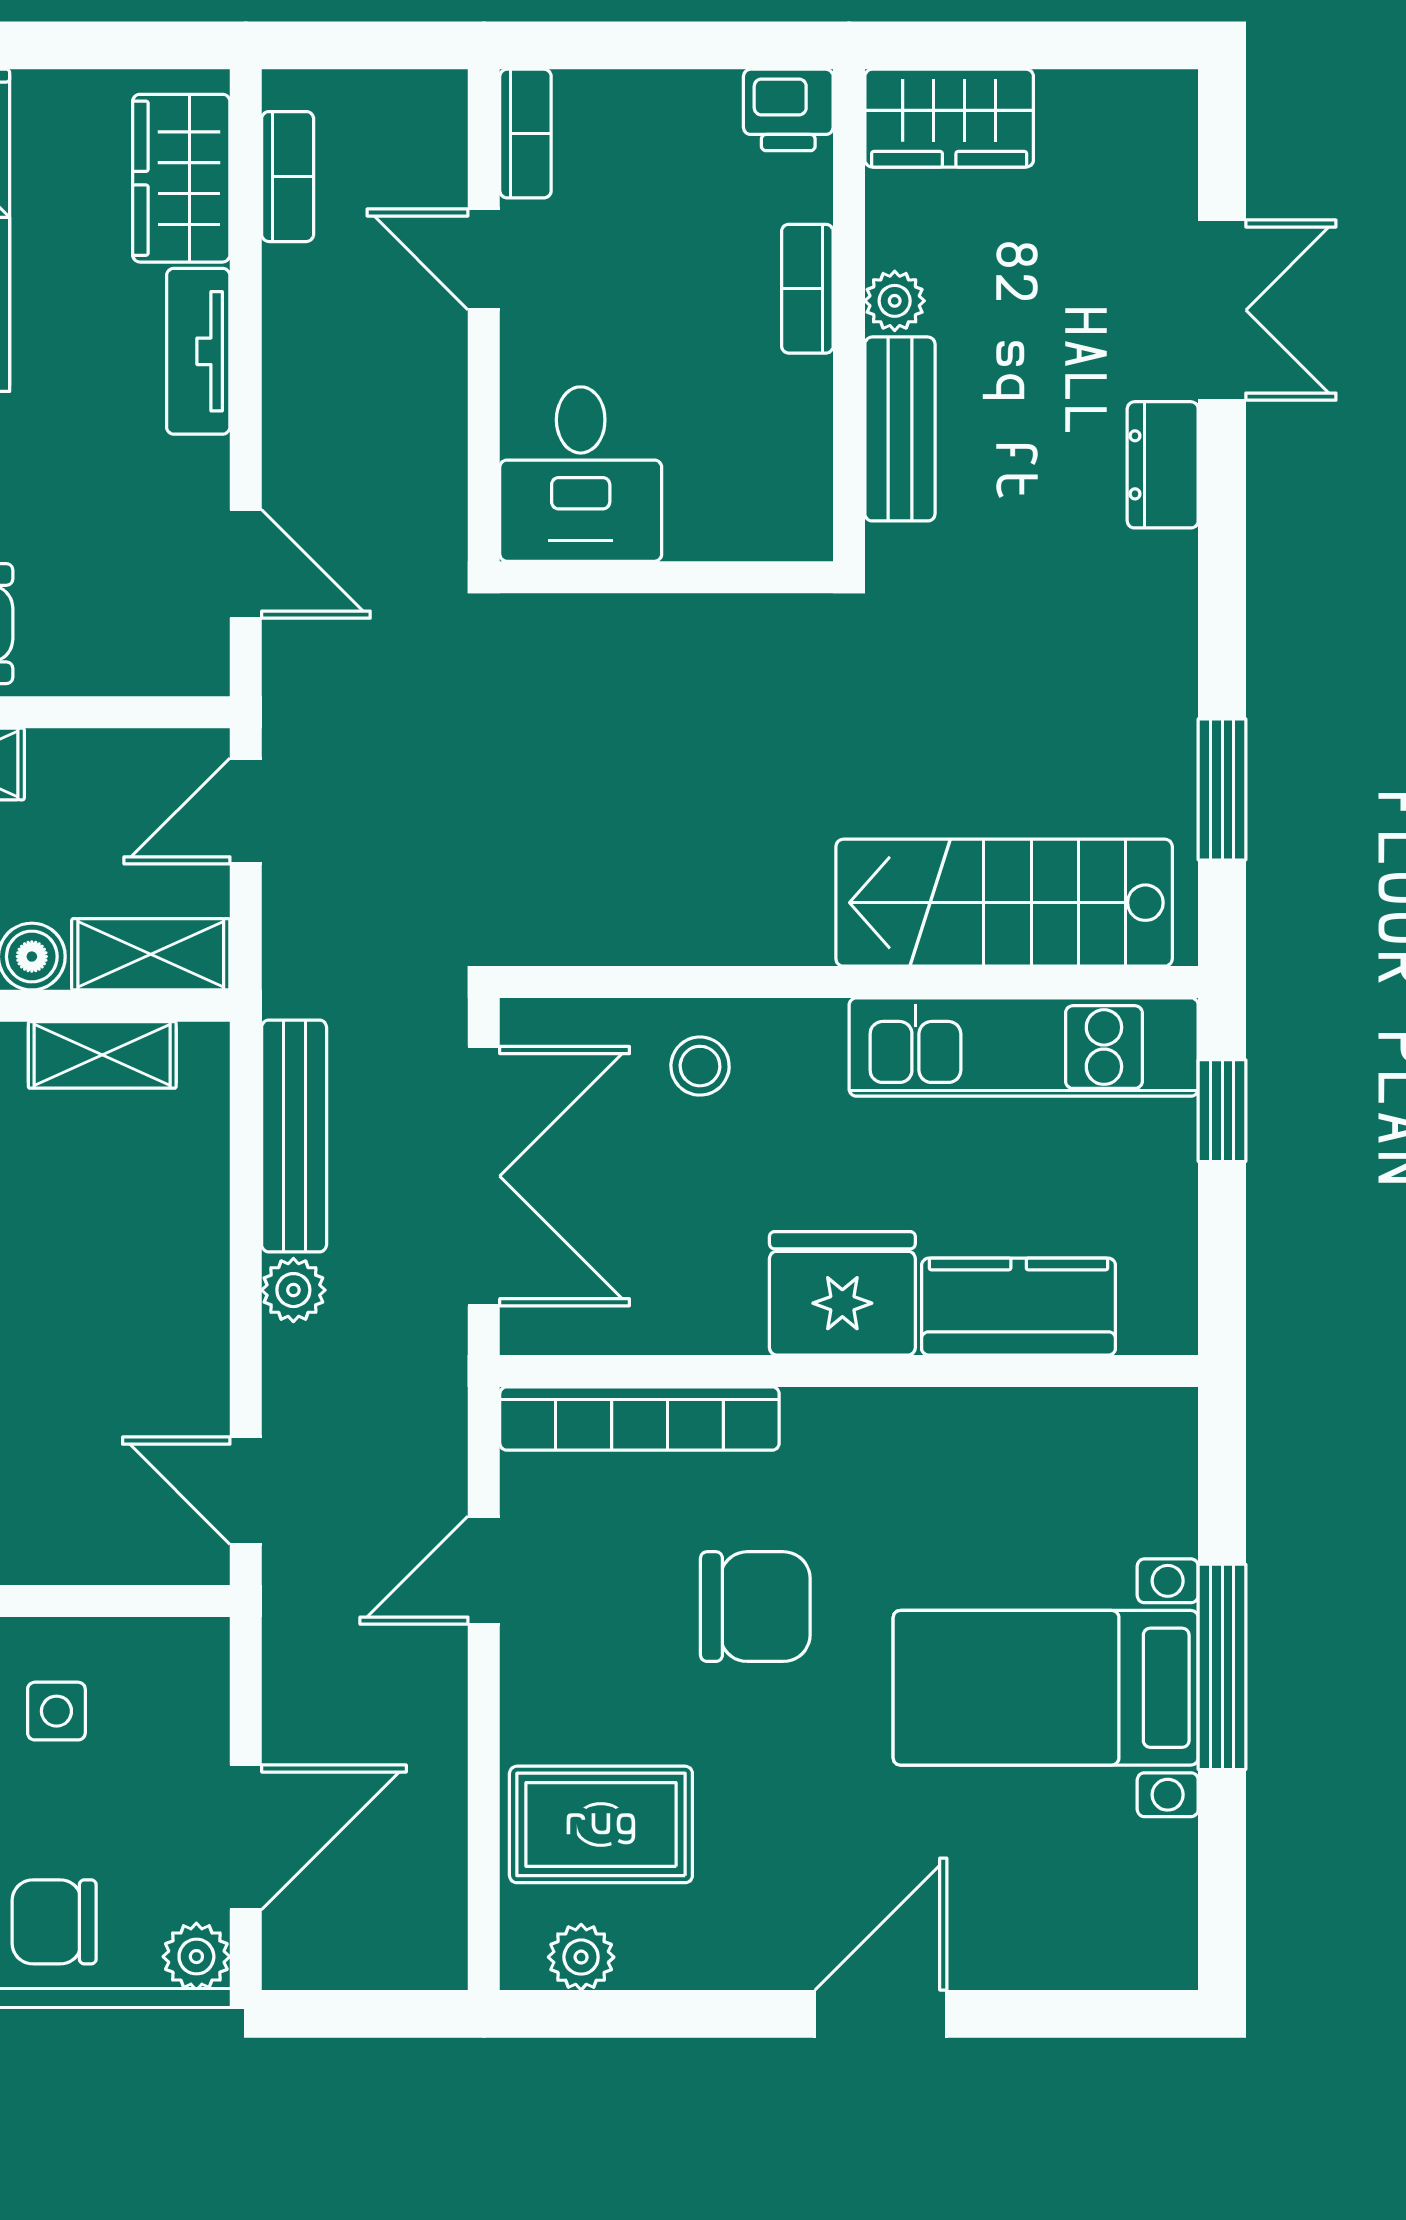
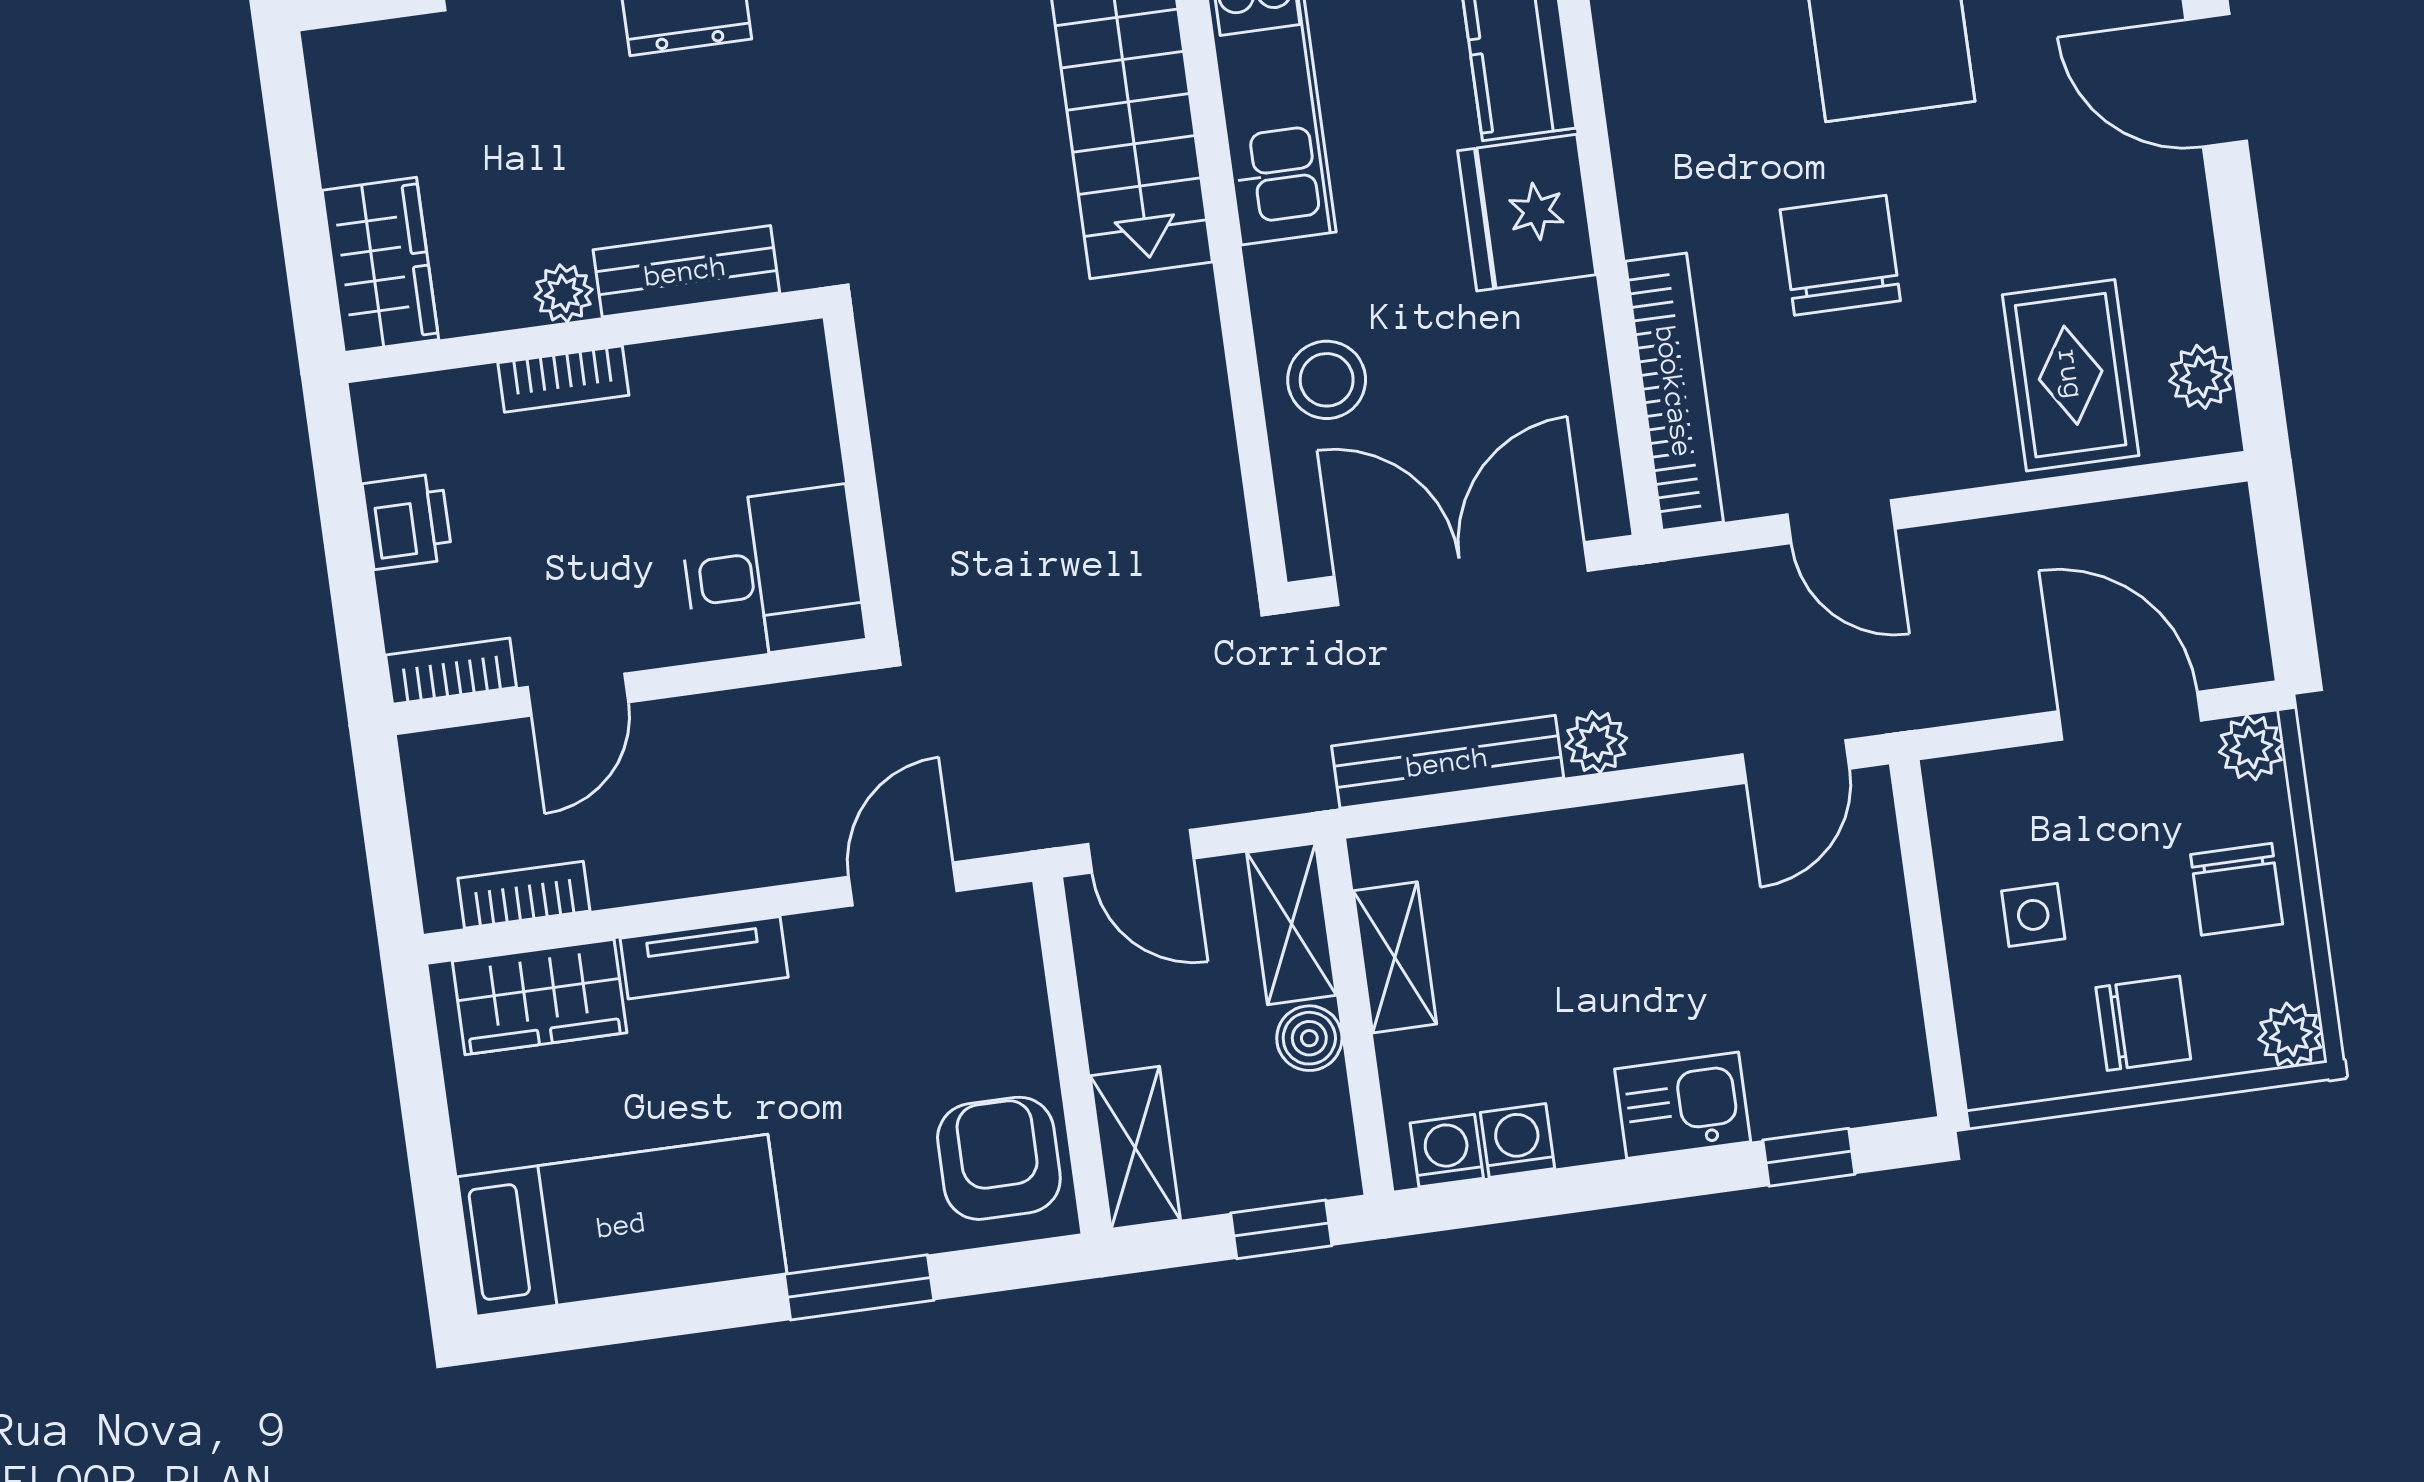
printer: (788, 110) -> (407, 521), moved
stool: (700, 1066) -> (1327, 380), width x1.37, depth x1.37

